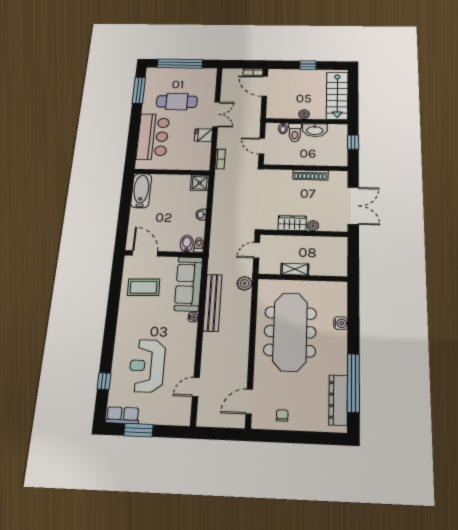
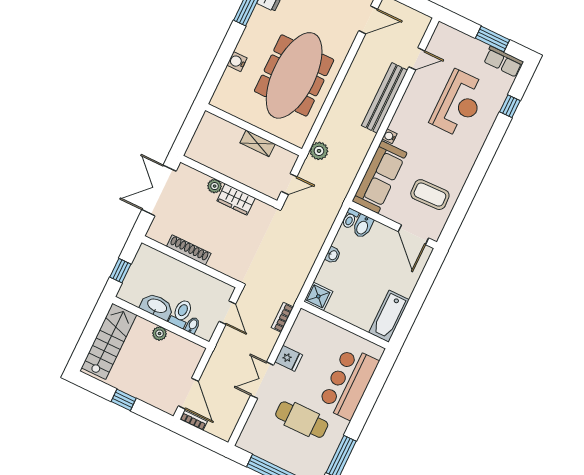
bench: (212, 303) -> (385, 98), moved

